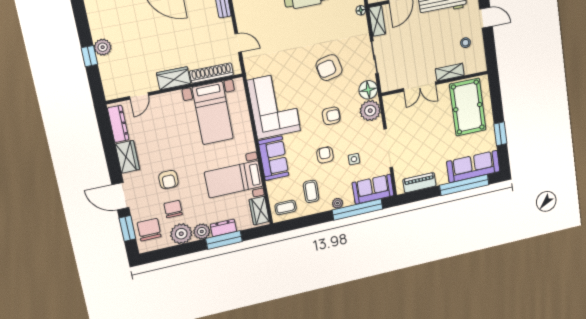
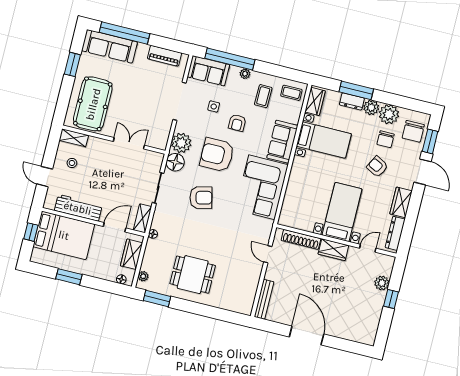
plant: (103, 47) -> (382, 283), moved
shelving: (450, 72) -> (74, 138), moved
bed with nightstands: (213, 113) -> (342, 212), moved
armchair: (331, 116) -> (217, 155), width x1.88, depth x1.88
armchair: (168, 180) -> (377, 167), turned -62

